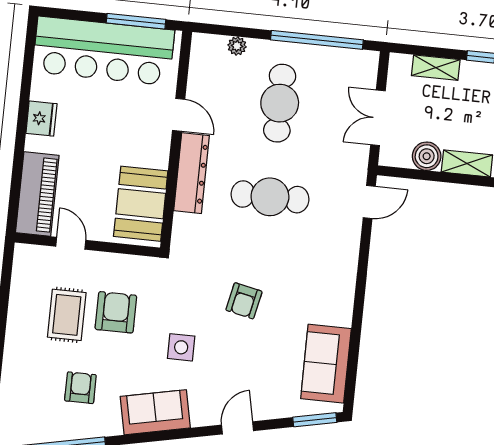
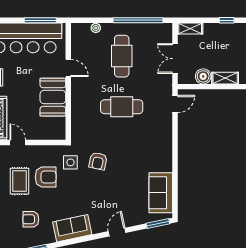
shelving: (436, 68) -> (190, 28), moved
dresser: (192, 173) -> (78, 98), removed
booth: (141, 204) -> (53, 97), moved
armchair: (244, 301) -> (98, 161), moved
armchair: (116, 312) -> (46, 177), turned 90
side table: (181, 347) -> (70, 162), moved
armchair: (80, 388) -> (31, 219), turned -90

